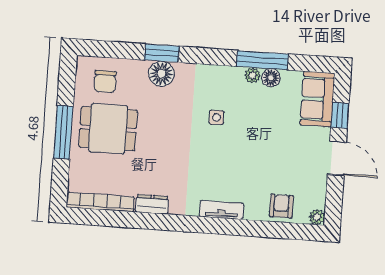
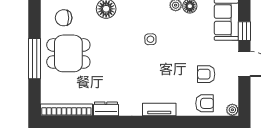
chair: (105, 81) -> (64, 18), turned 90
armchair: (286, 168) -> (206, 74), added
armchair: (281, 206) -> (205, 103), turned 90

